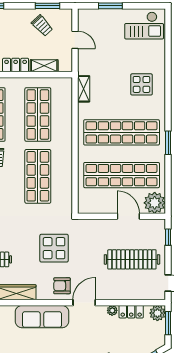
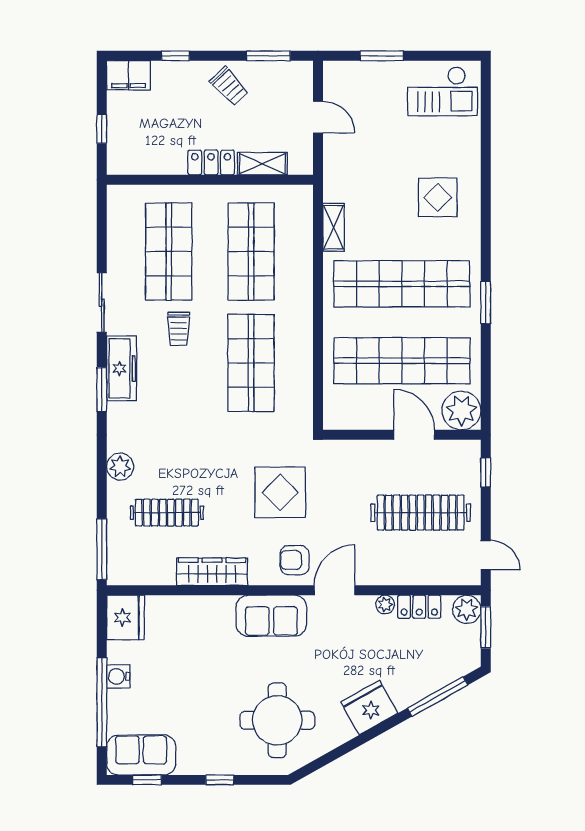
trolley: (42, 26) -> (229, 86), moved
shelving: (84, 89) -> (334, 227), moved
sofa: (42, 317) -> (271, 616), width x0.73

